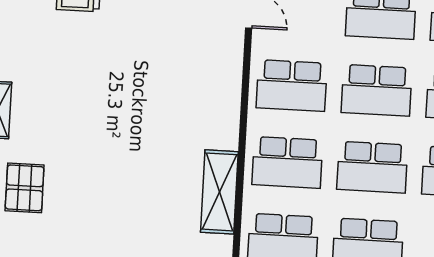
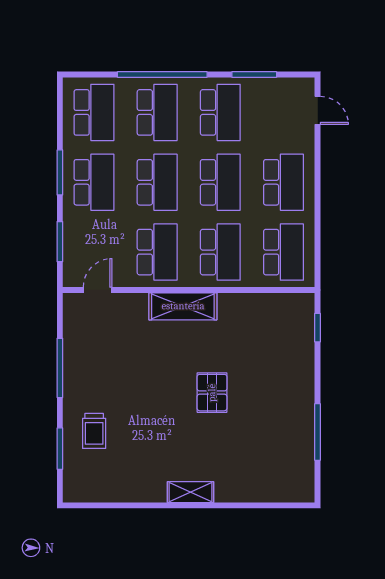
pallet: (25, 188) -> (212, 393), moved, turned 90
shelving: (219, 192) -> (183, 306), moved

